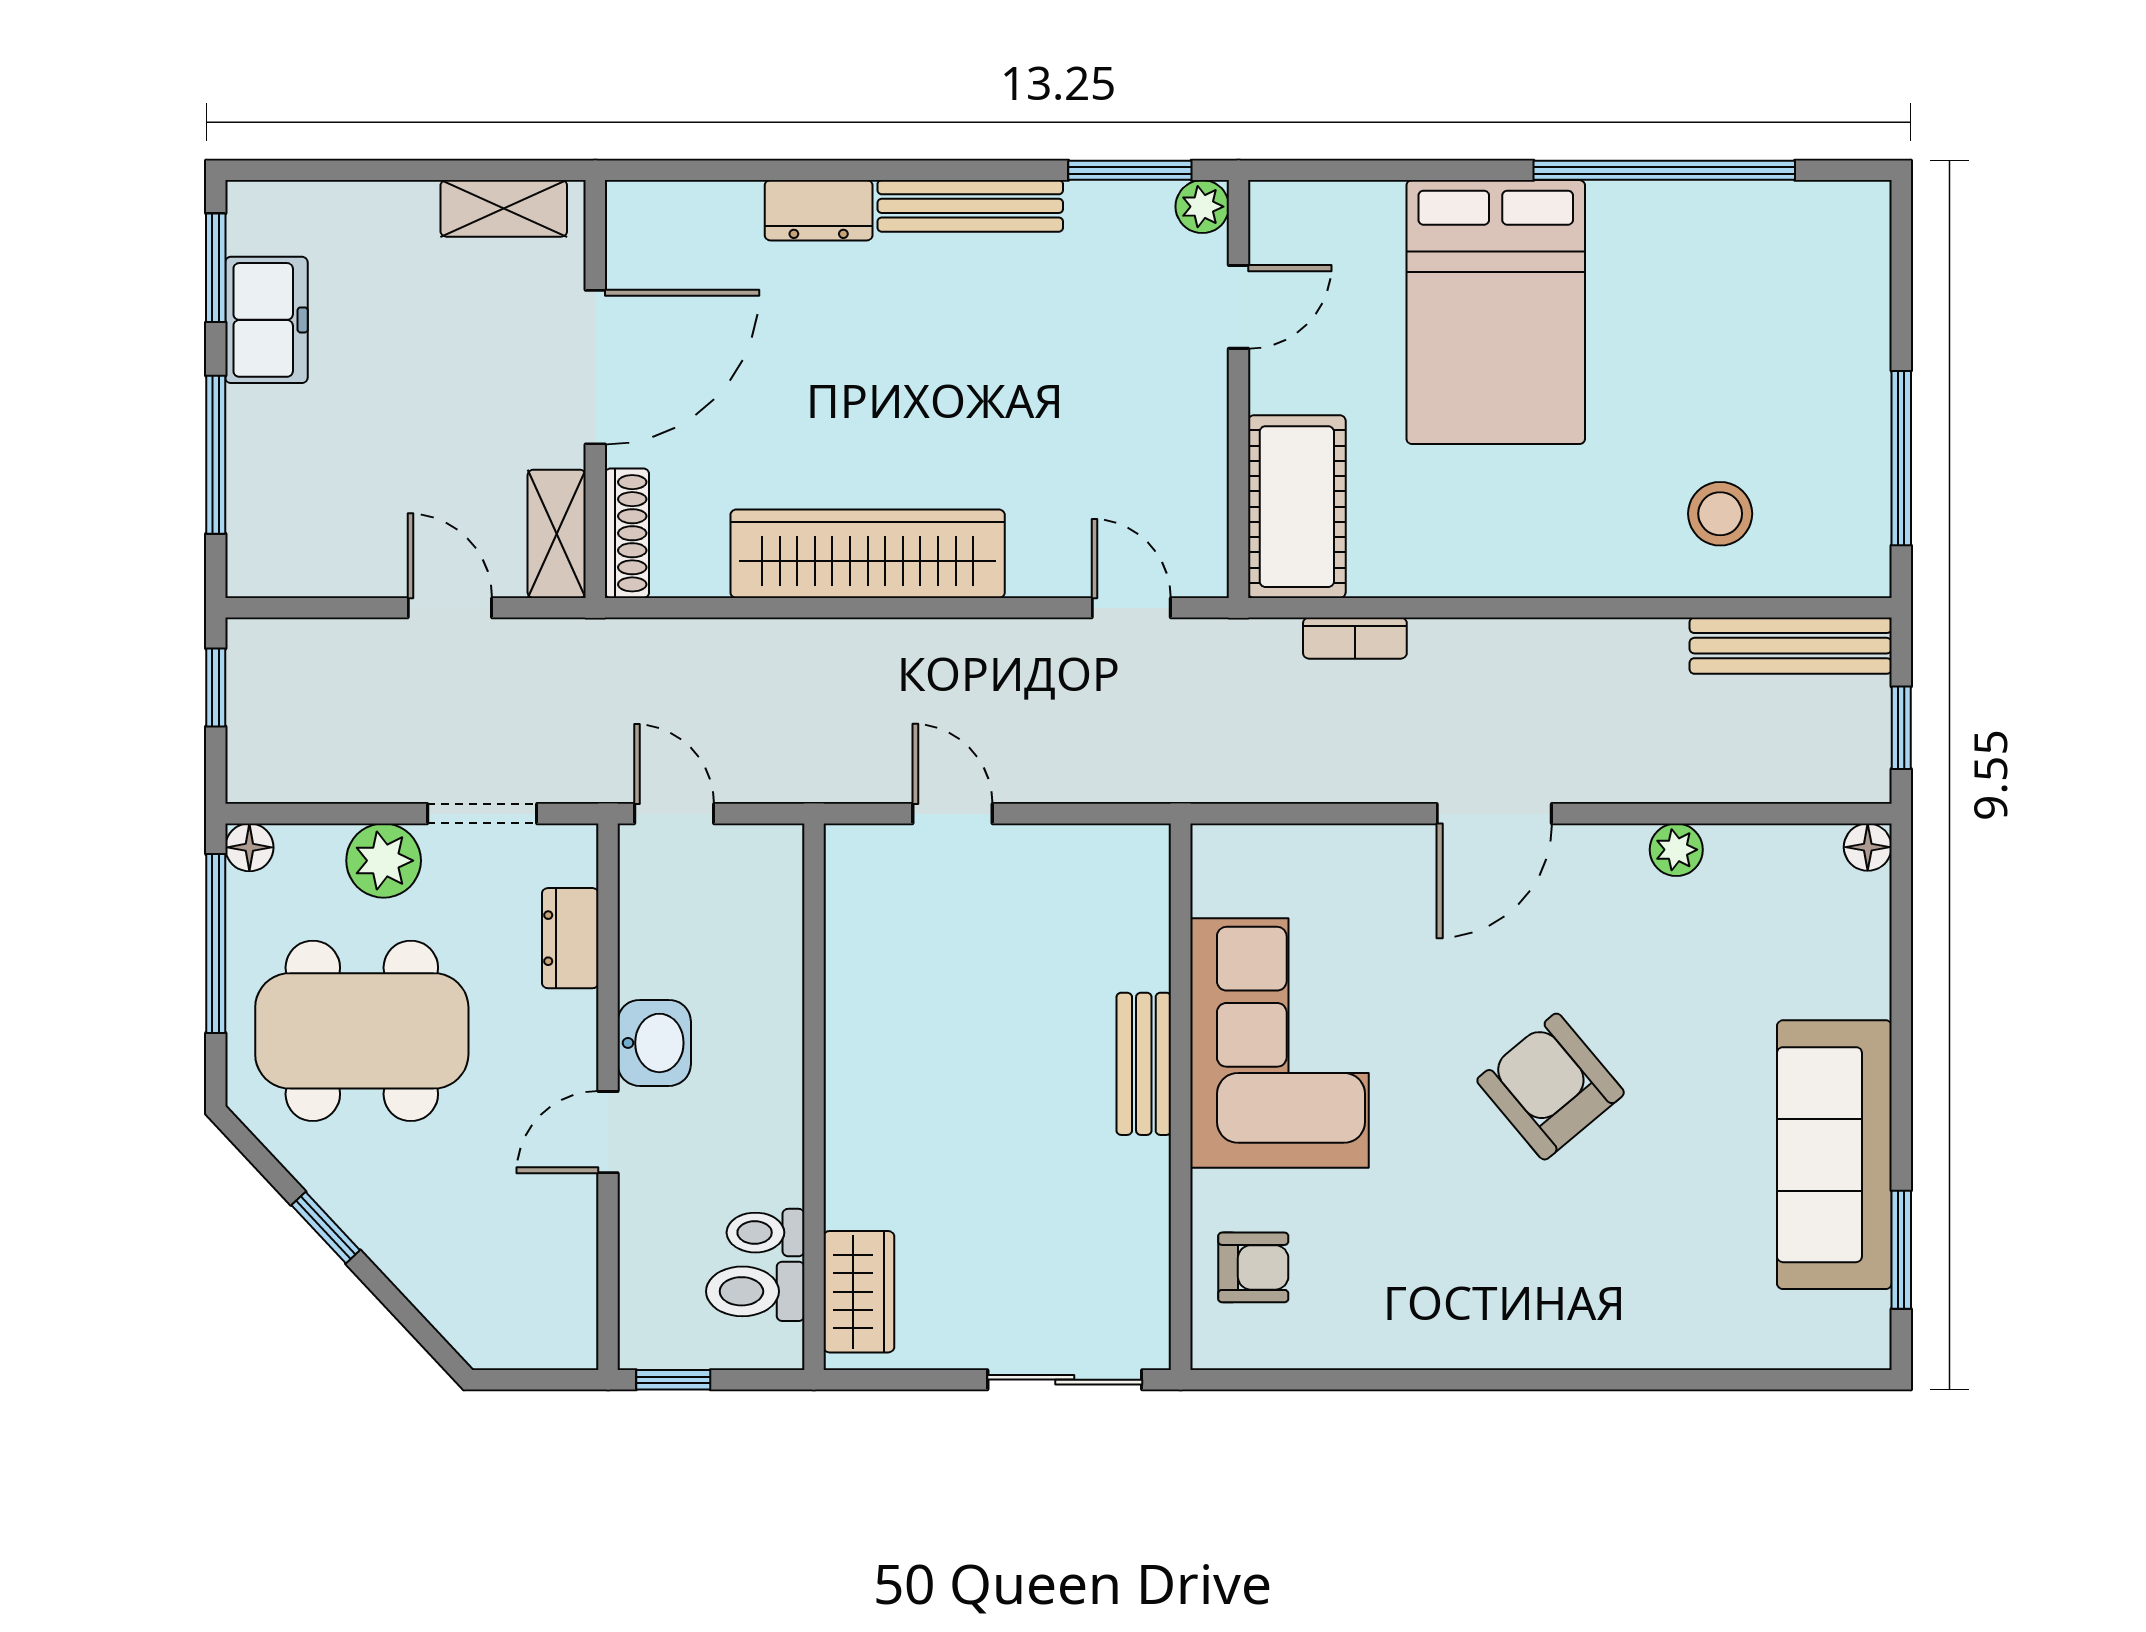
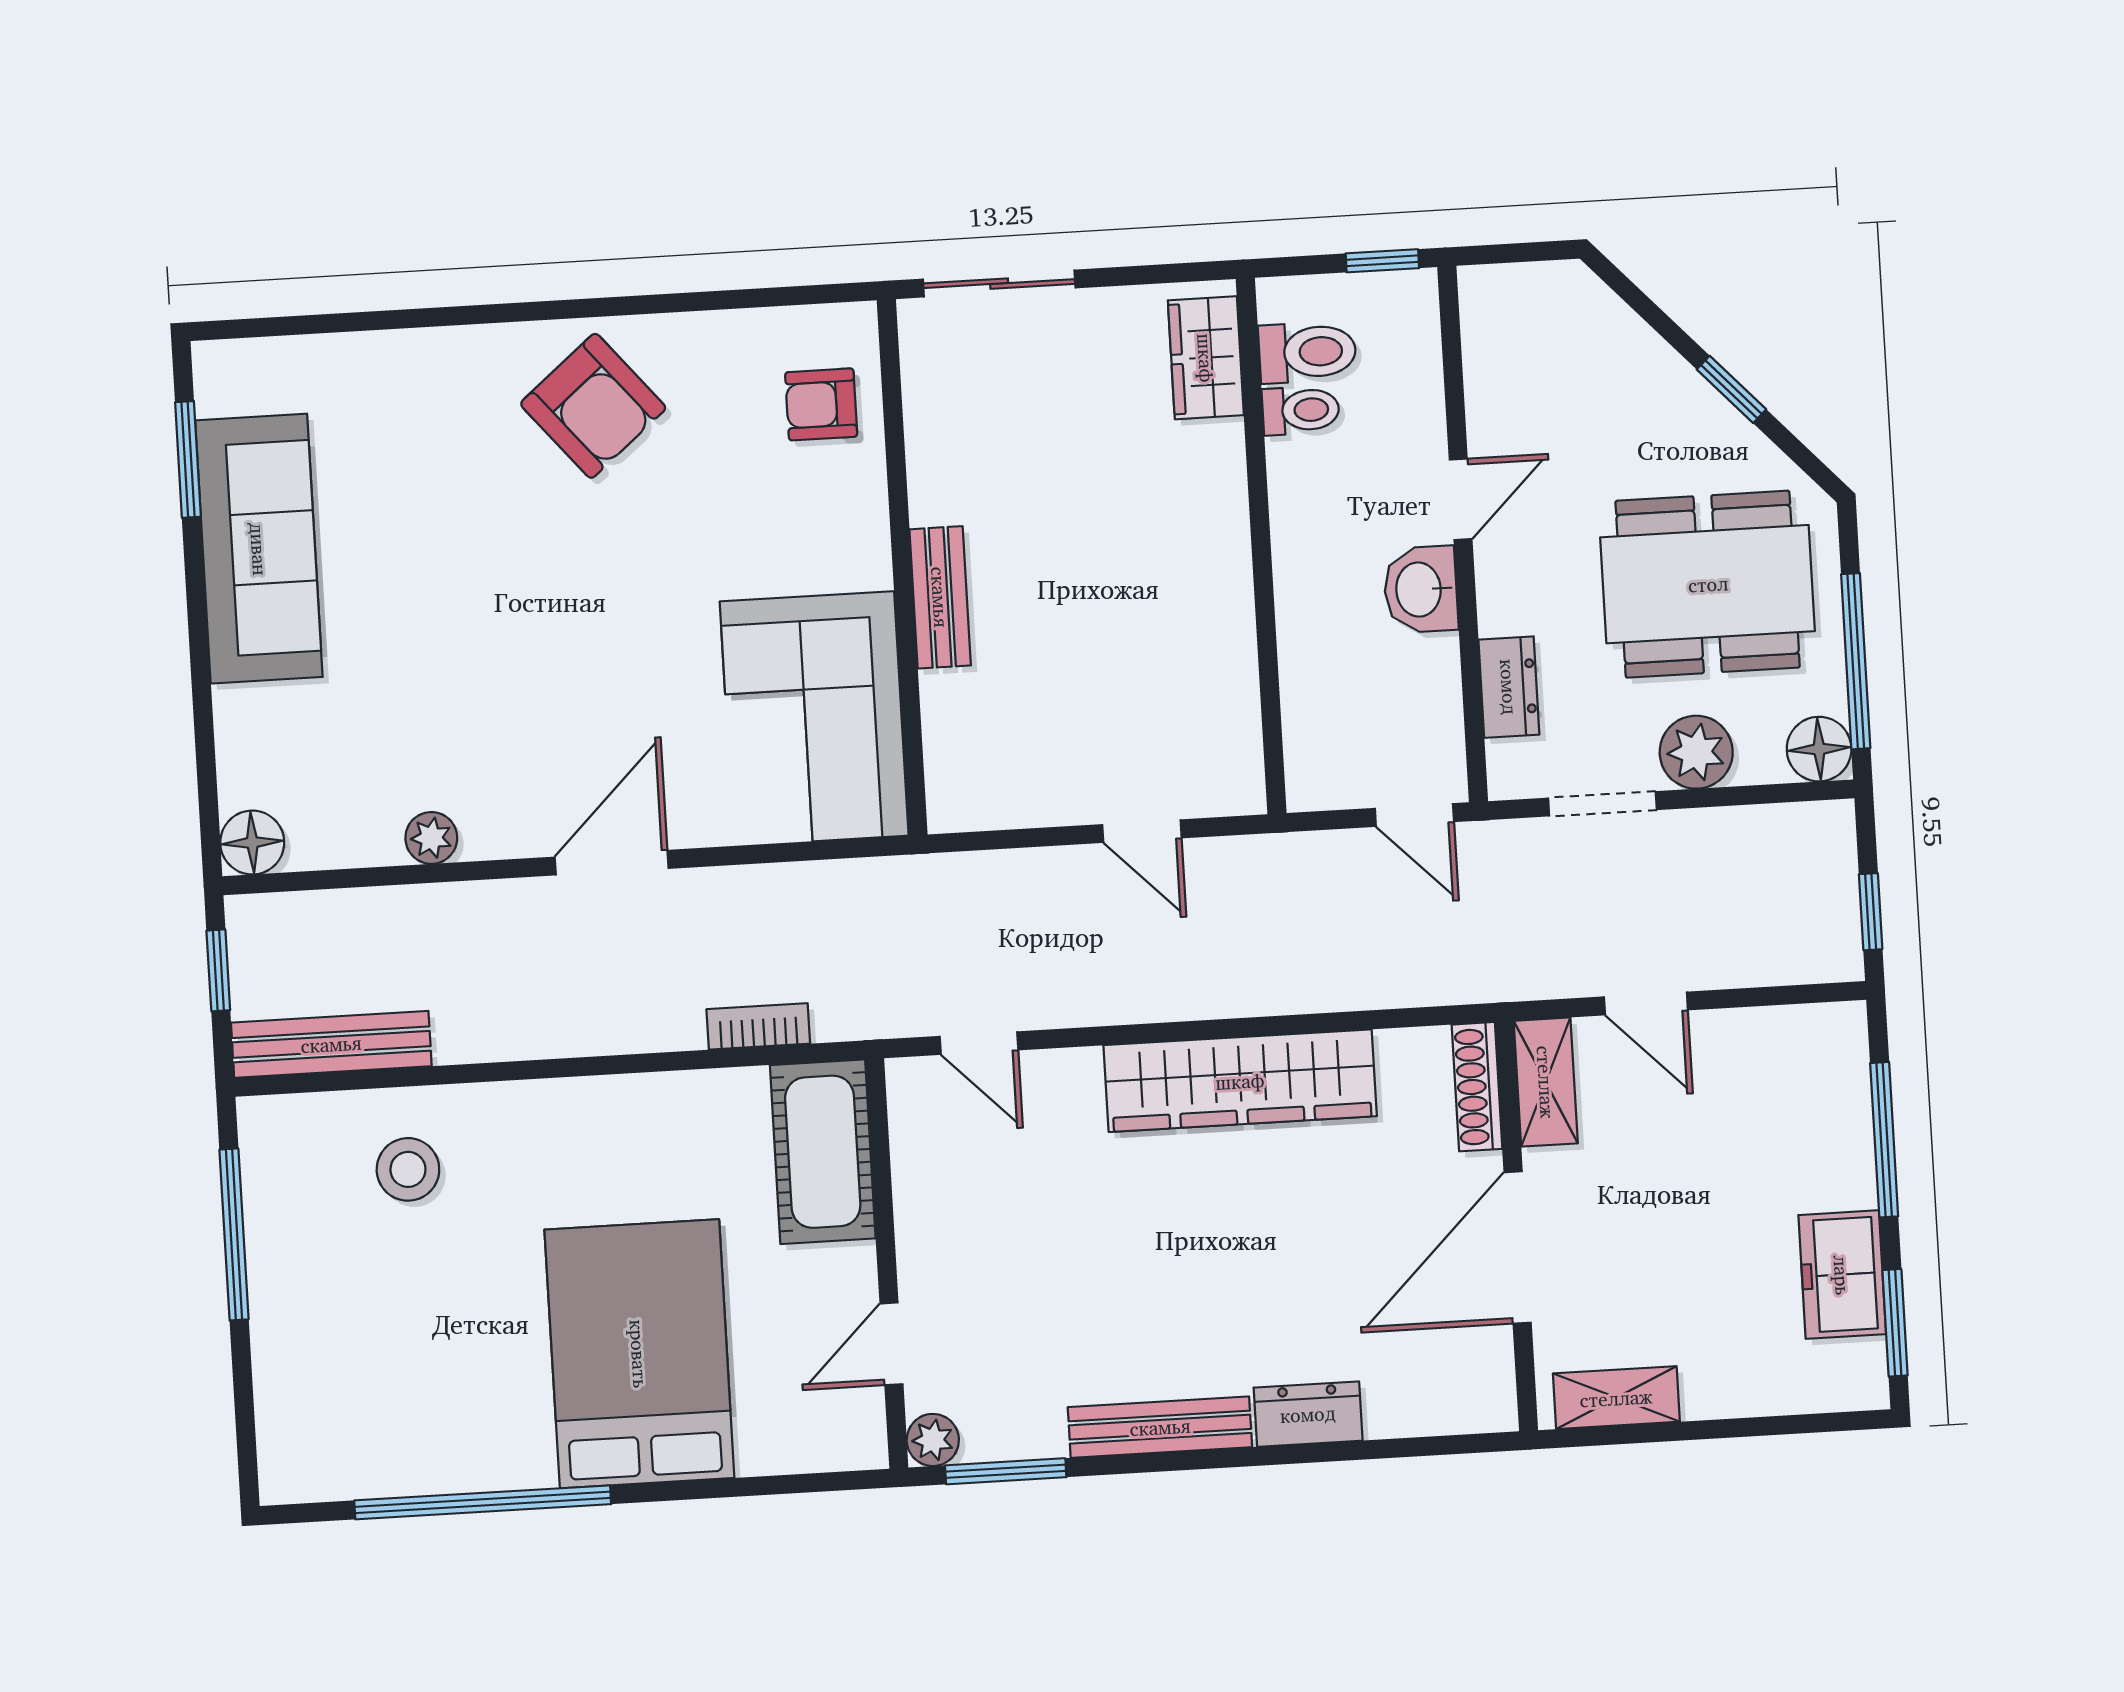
floor lamp: (249, 847) -> (1819, 749), width x1.37, depth x1.37
floor lamp: (1868, 847) -> (252, 843), width x1.37, depth x1.37
corner sofa: (1279, 1043) -> (814, 719), moved
armchair: (1551, 1087) -> (593, 406), moved

